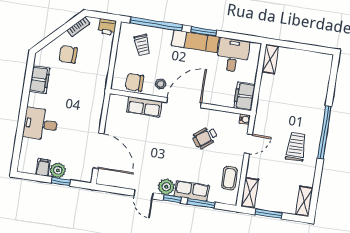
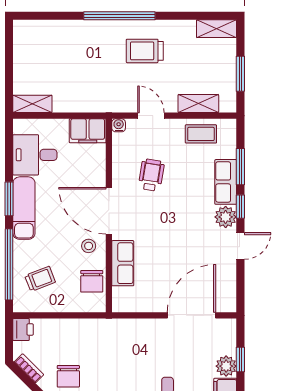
wheelchair: (205, 137) -> (151, 175), turned -134
shelving: (250, 193) -> (198, 104), moved

